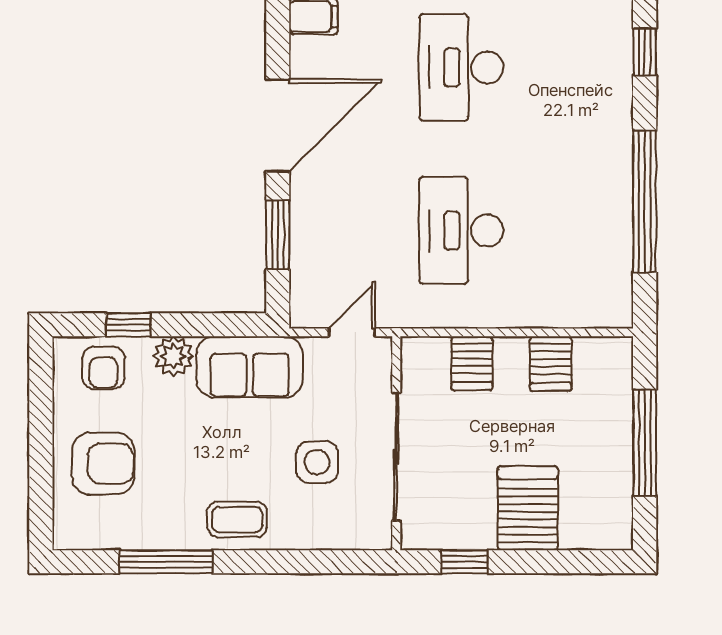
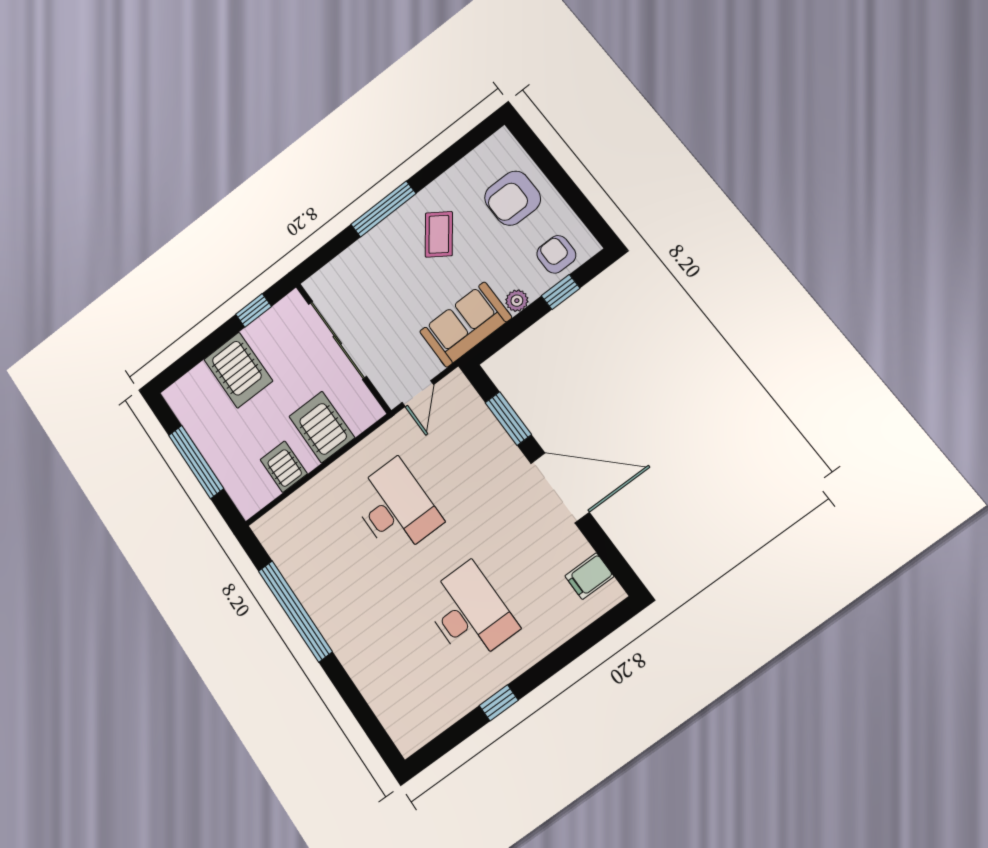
window: (645, 52) -> (360, 709), removed
door: (278, 126) -> (560, 488), swing flipped
plant: (173, 356) -> (517, 301), width x0.73, depth x0.73
server rack: (472, 363) -> (322, 427), width x1.36, depth x1.44
side table: (317, 462) -> (383, 300), removed
coffee table: (237, 519) -> (439, 234), moved, turned -54
window: (166, 562) -> (383, 209), moved

